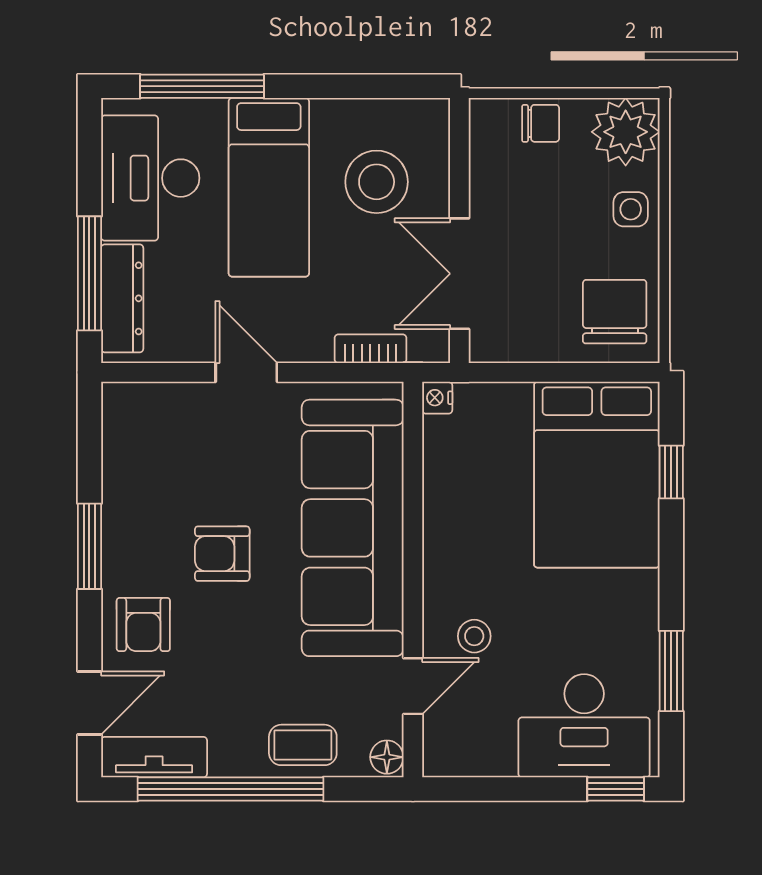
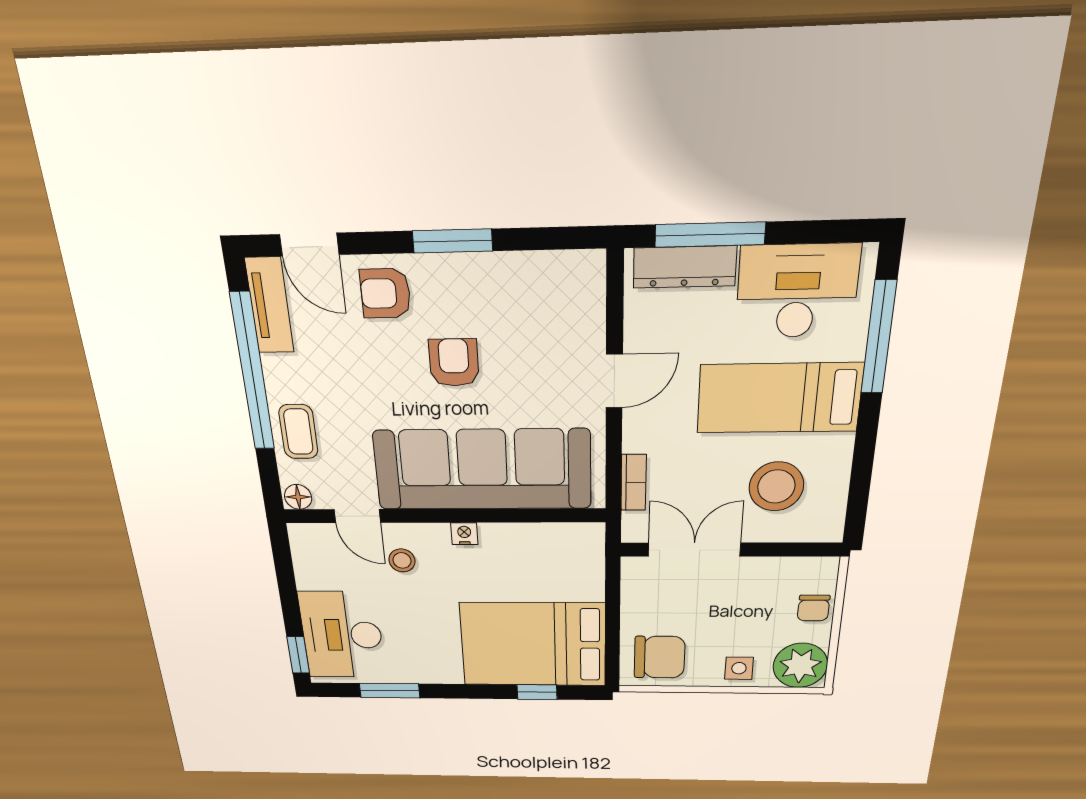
nightstand: (437, 398) -> (464, 534), moved

